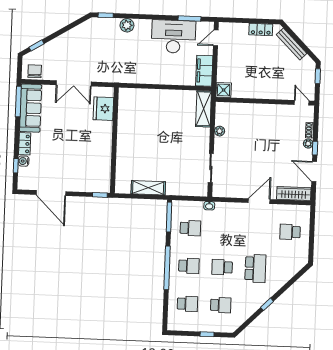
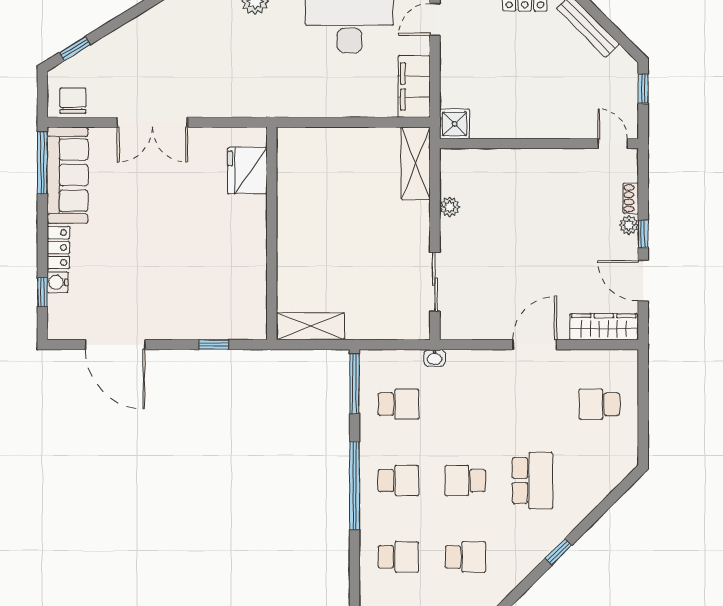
fridge: (103, 109) -> (247, 171), moved
wall: (114, 140) -> (272, 233), moved

